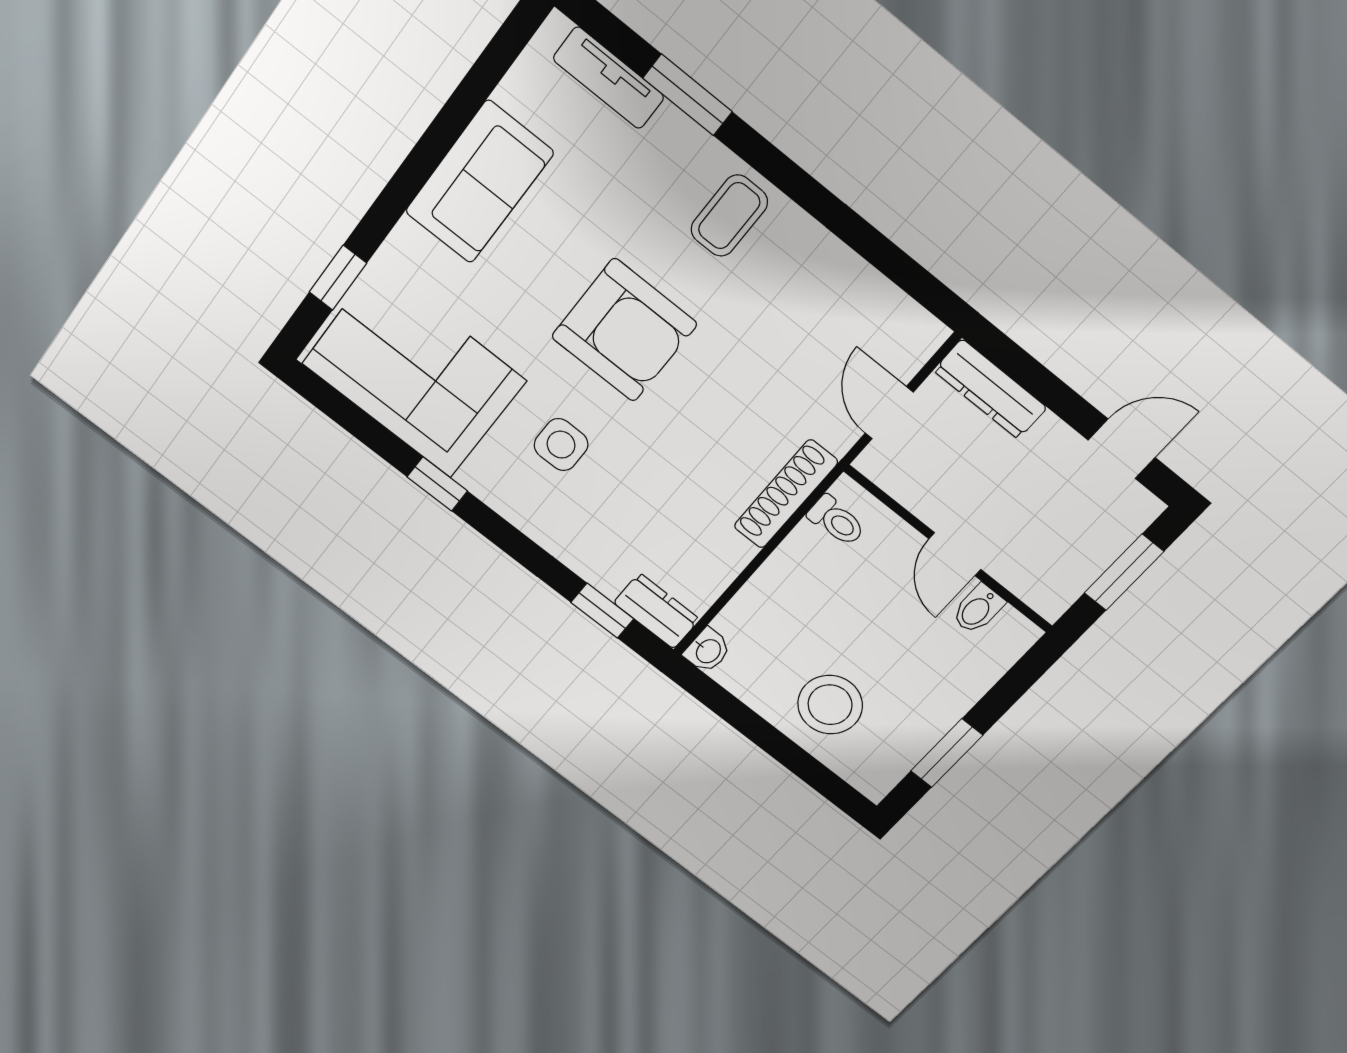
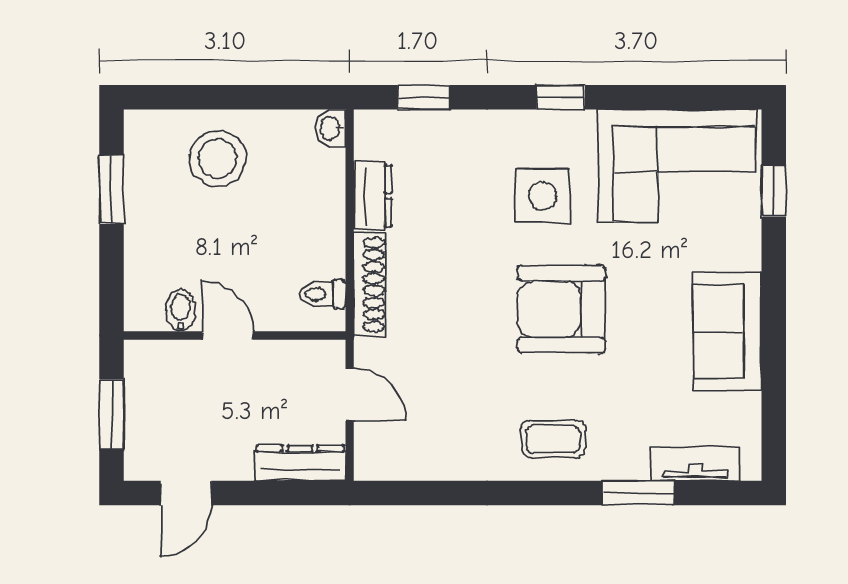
coffee table: (729, 216) -> (553, 439), turned 90
side table: (561, 445) -> (542, 196), width x1.37, depth x1.37
window: (437, 484) -> (561, 97), moved
dresser: (656, 611) -> (373, 196), moved, turned -90

